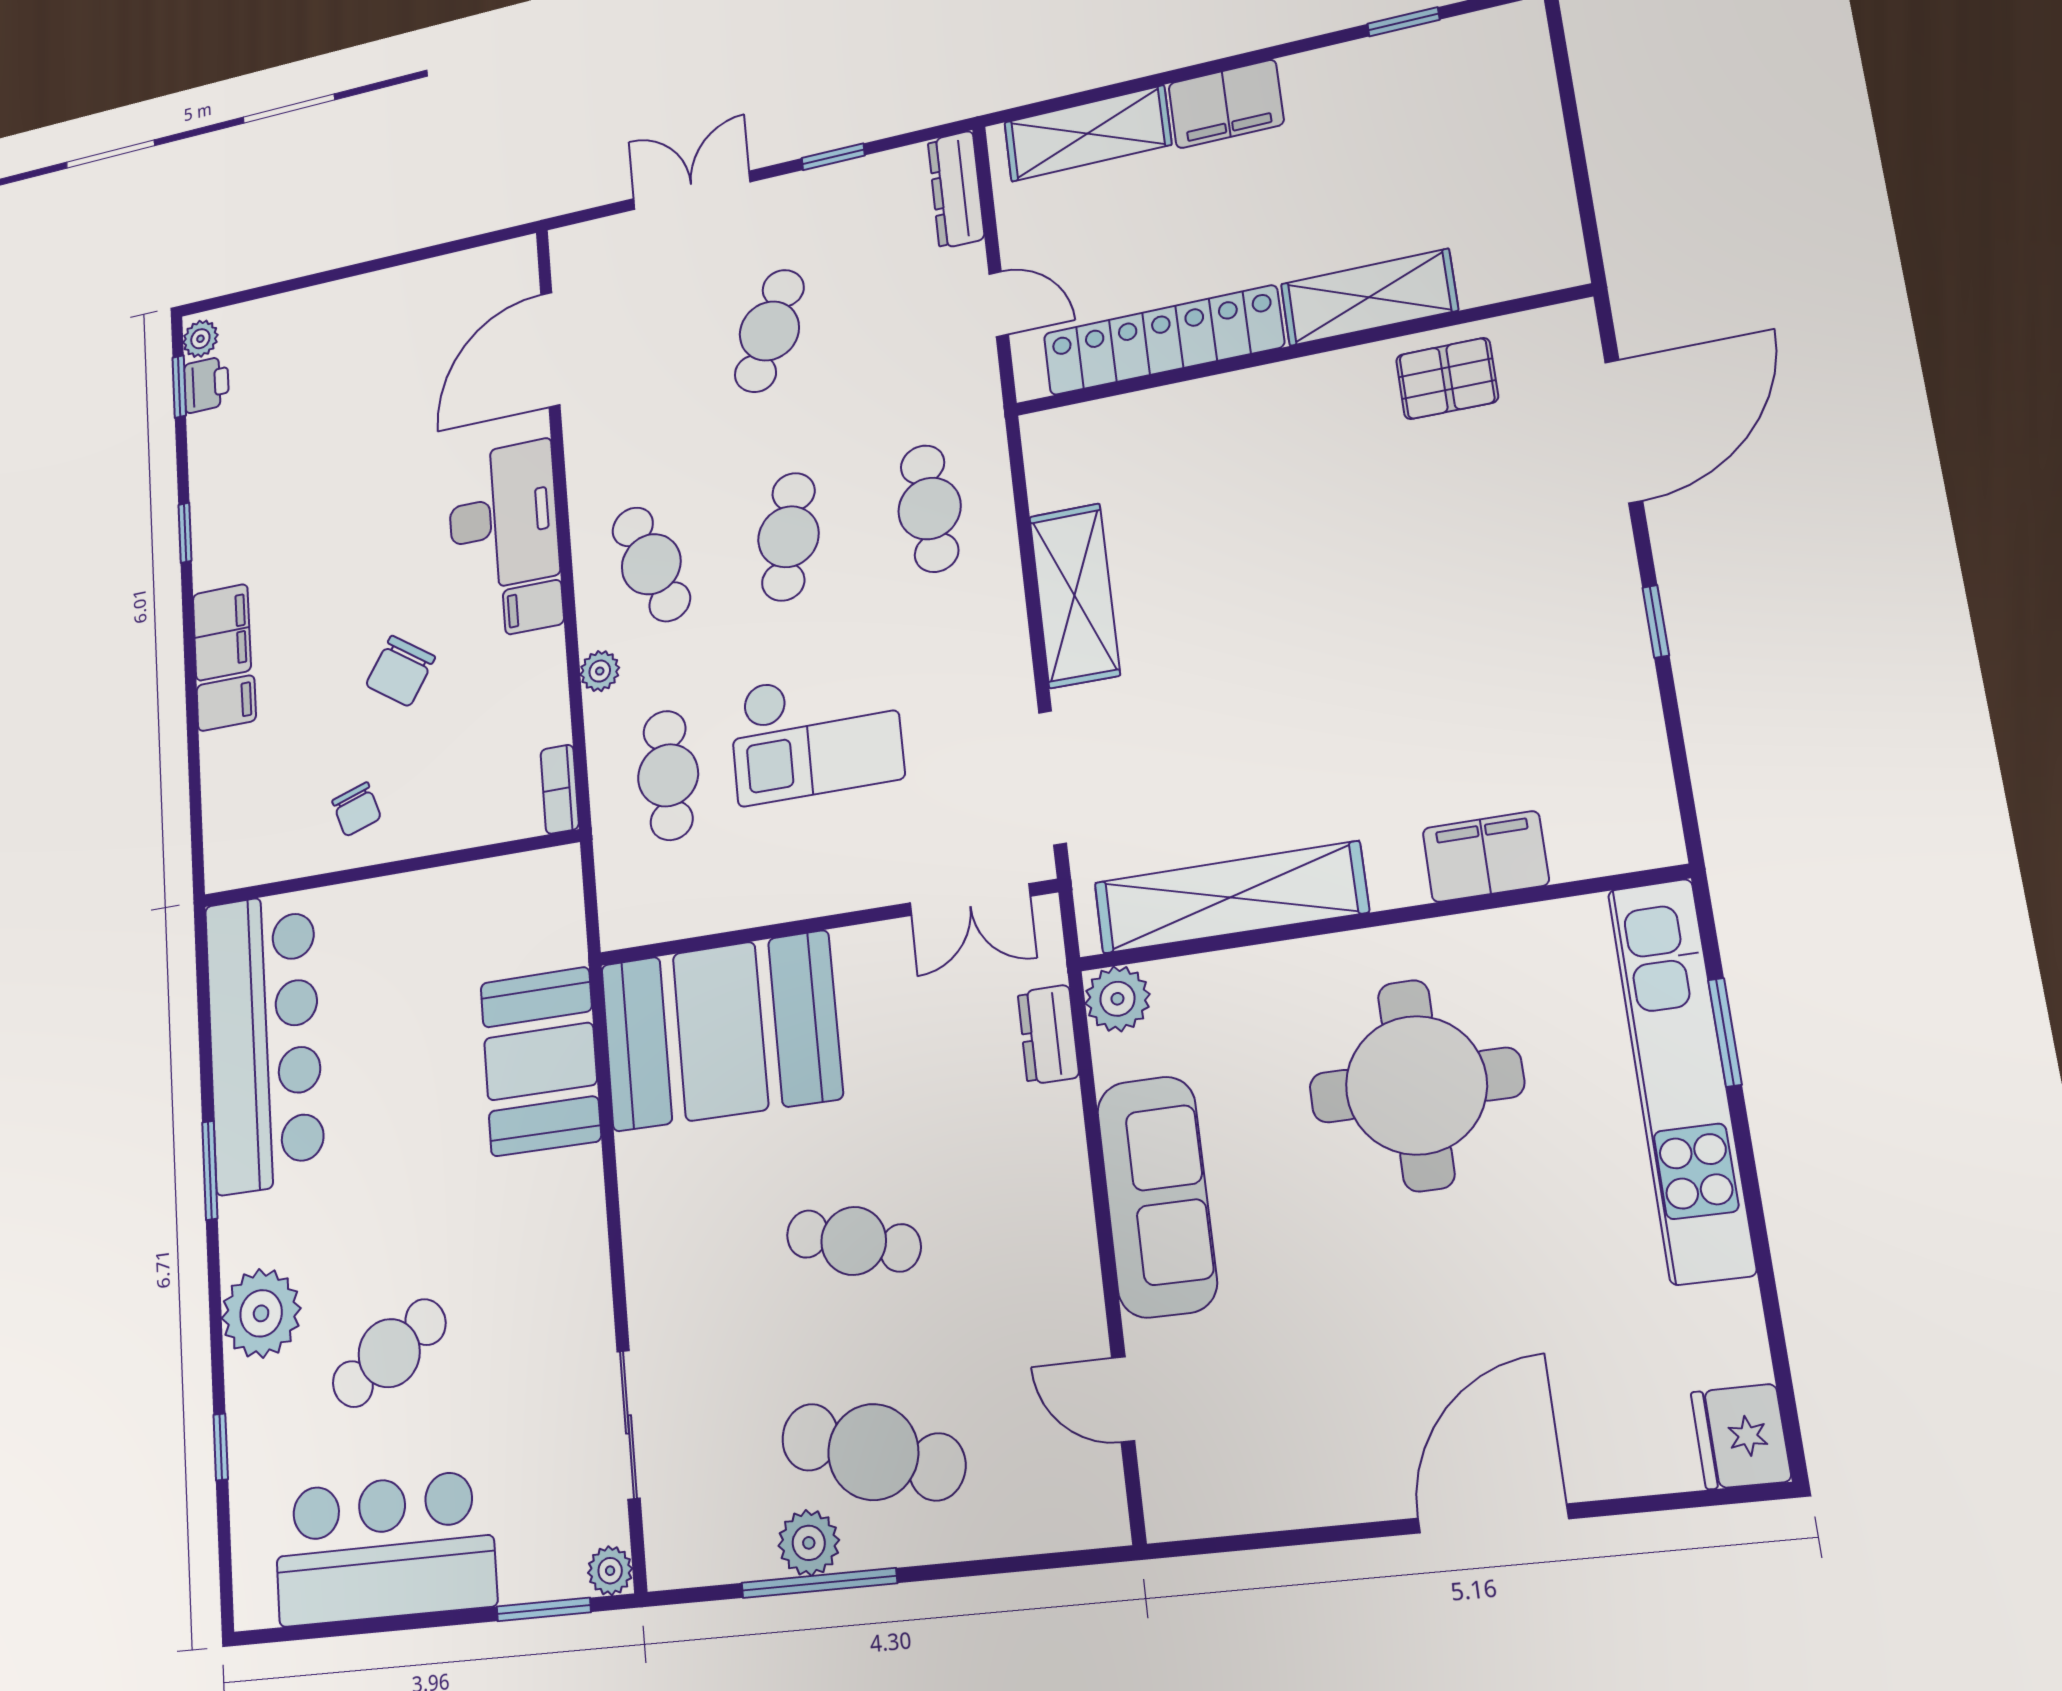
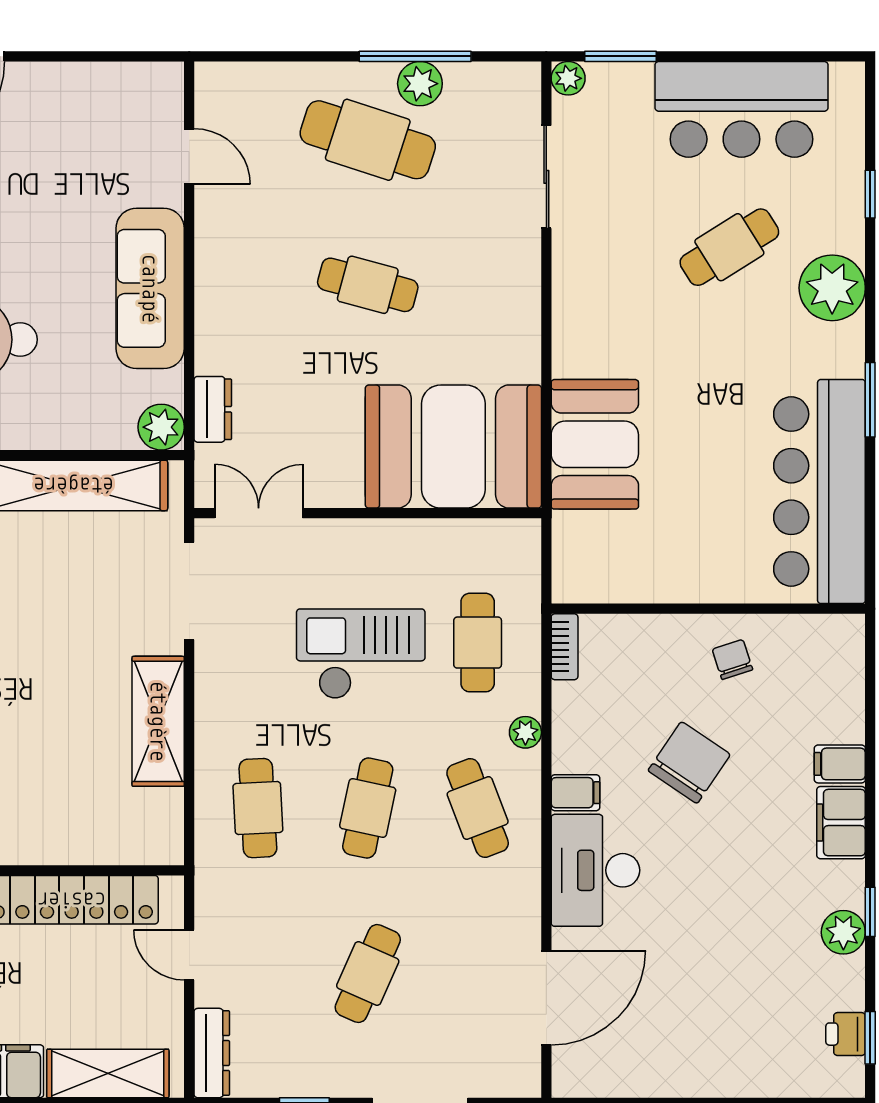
plant: (200, 339) -> (843, 932), moved, width x1.38, depth x1.38
chair: (400, 671) -> (689, 763), width x1.37, depth x1.37

